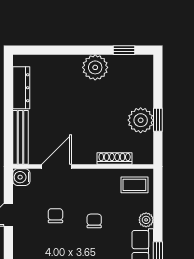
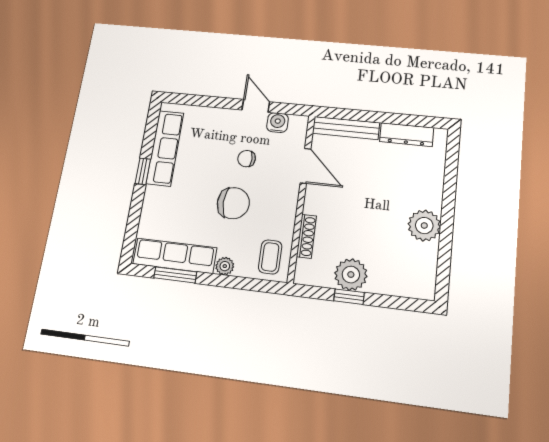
window: (124, 50) -> (444, 264), removed
water cooler: (21, 177) -> (278, 123), moved
chair: (55, 216) -> (247, 159), turned 180
chair: (94, 221) -> (233, 203), width x1.87, depth x1.87

